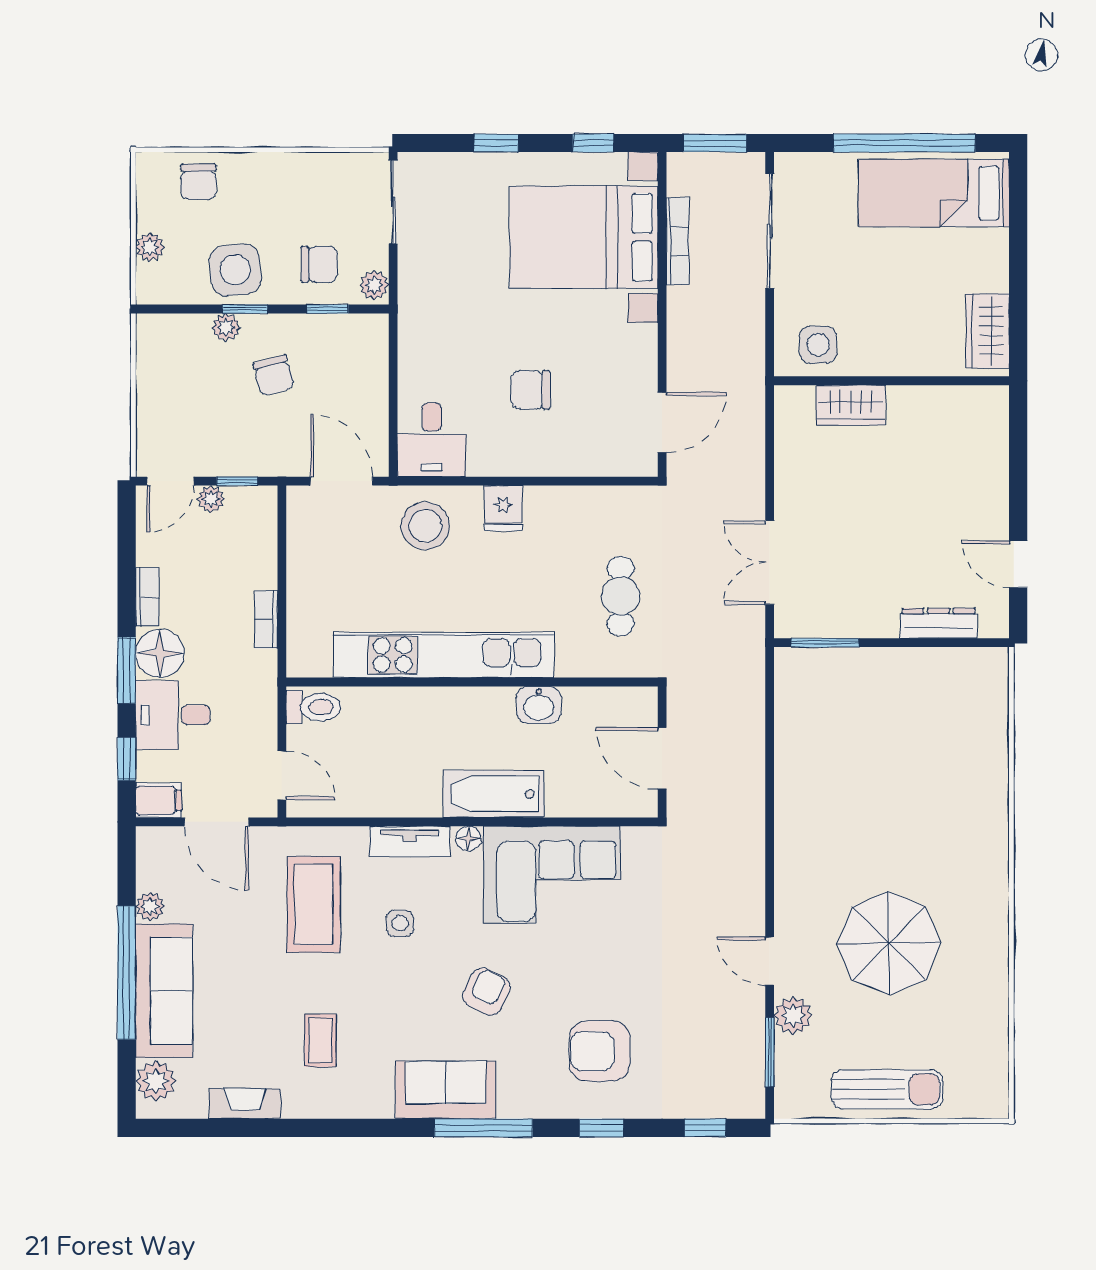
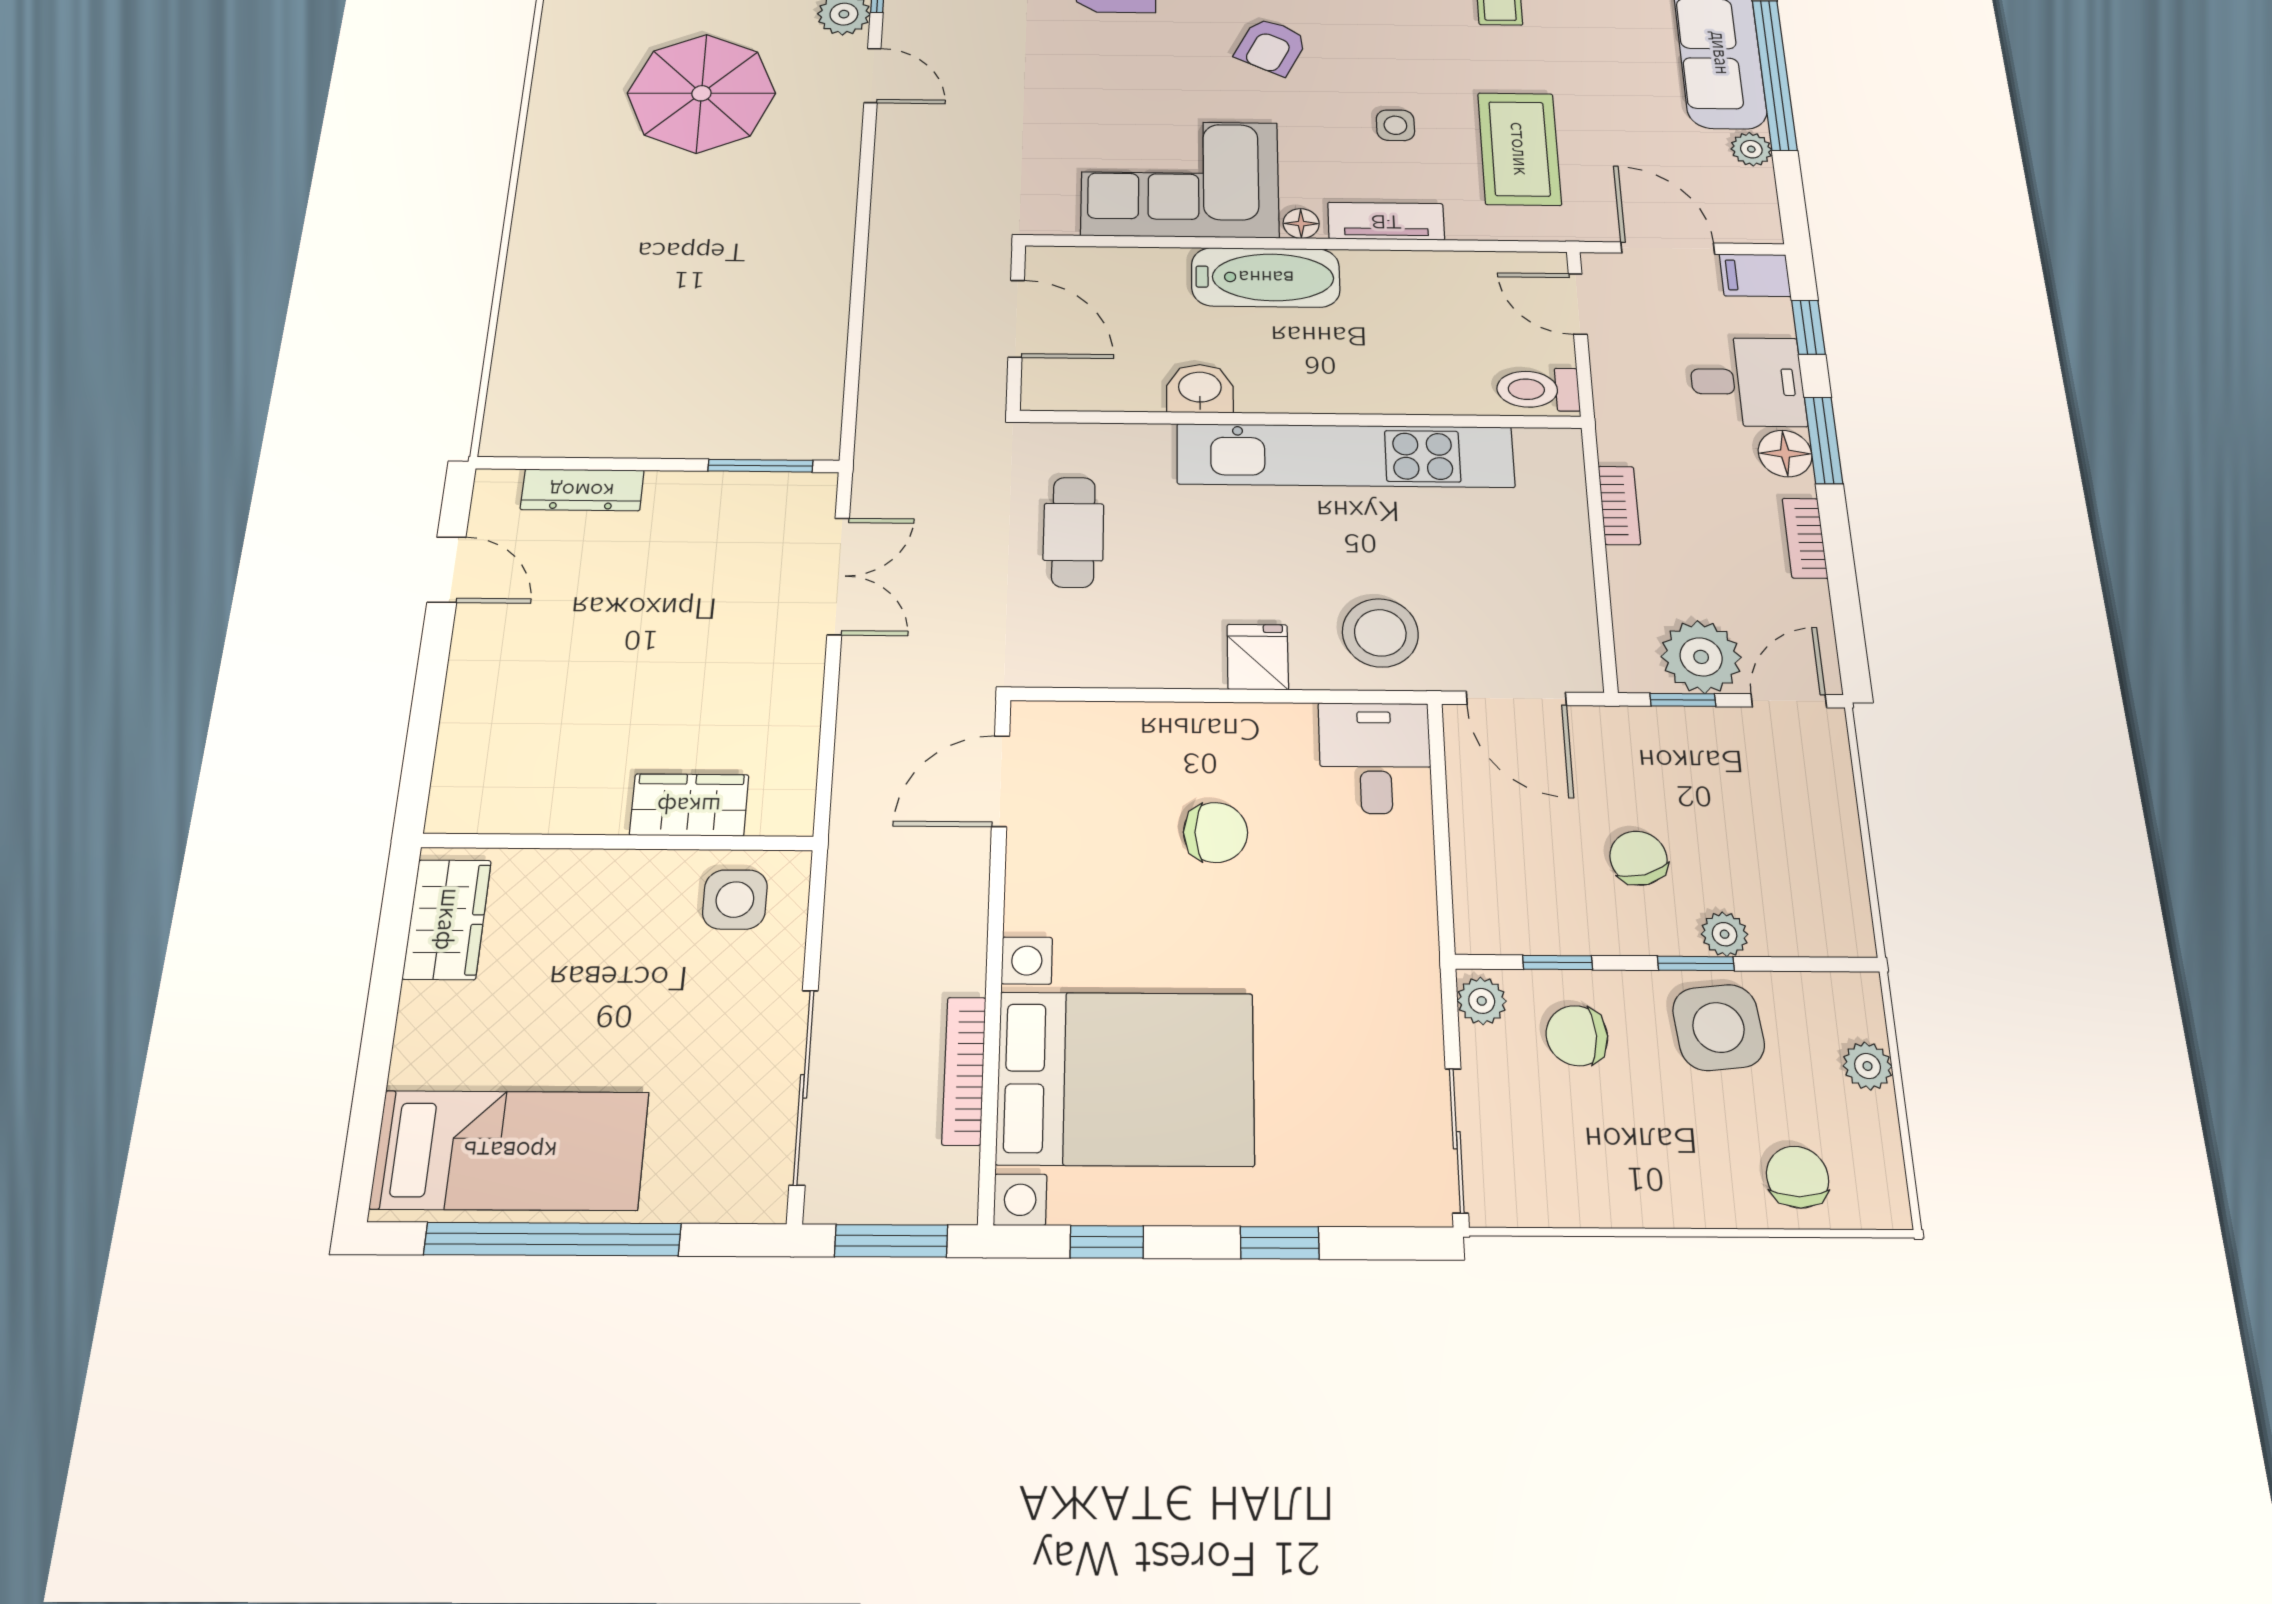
plant: (211, 499) -> (1701, 657), width x1.87, depth x1.87
floor lamp: (160, 653) -> (1785, 454), width x0.73, depth x0.73

